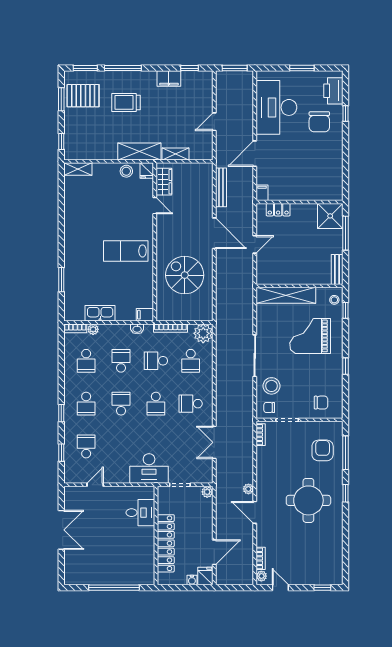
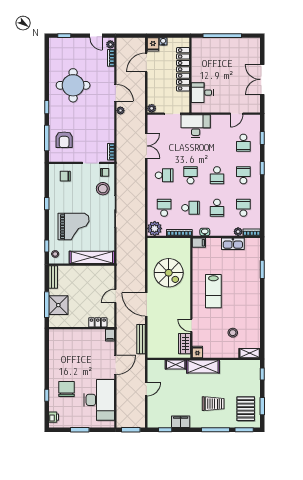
printer: (333, 91) -> (54, 417), width x0.53, depth x0.68
pallet: (83, 96) -> (246, 409), turned 90
stool: (126, 171) -> (233, 333), moved
shower: (330, 216) -> (58, 305), moved
lab bench: (126, 251) -> (213, 291), turned 90
round table: (308, 500) -> (73, 85), moved

